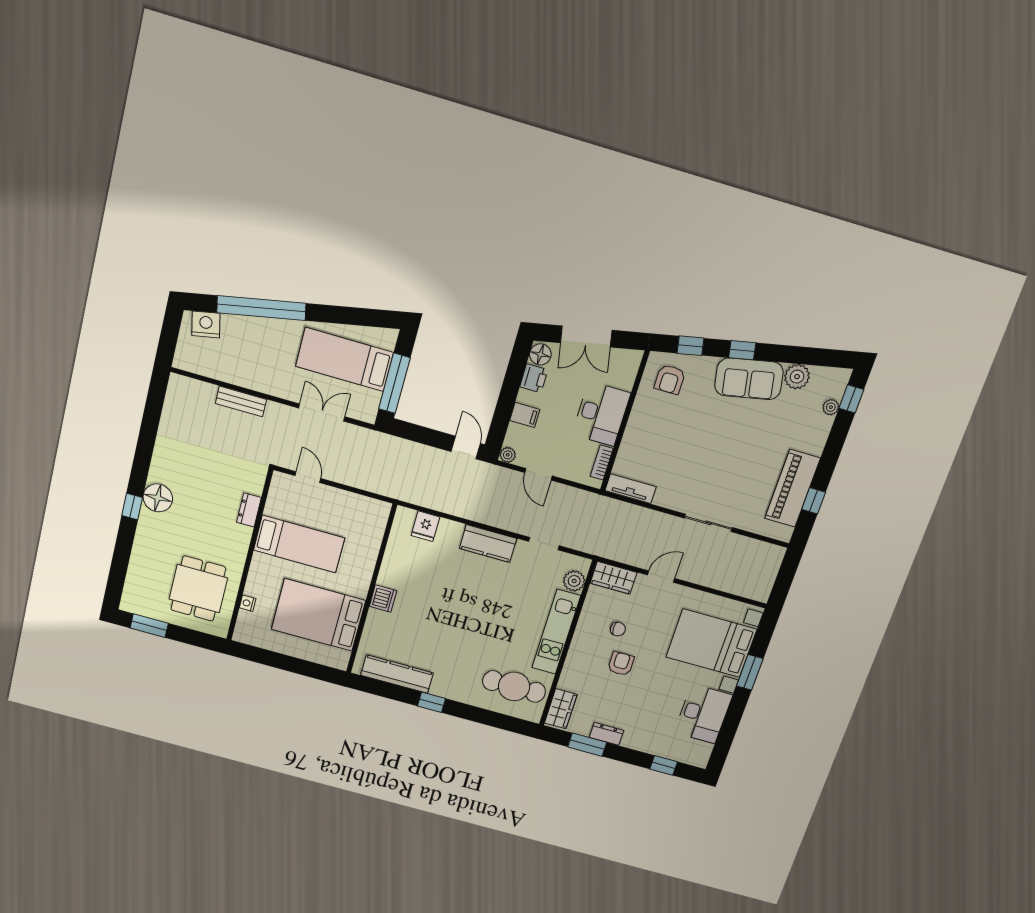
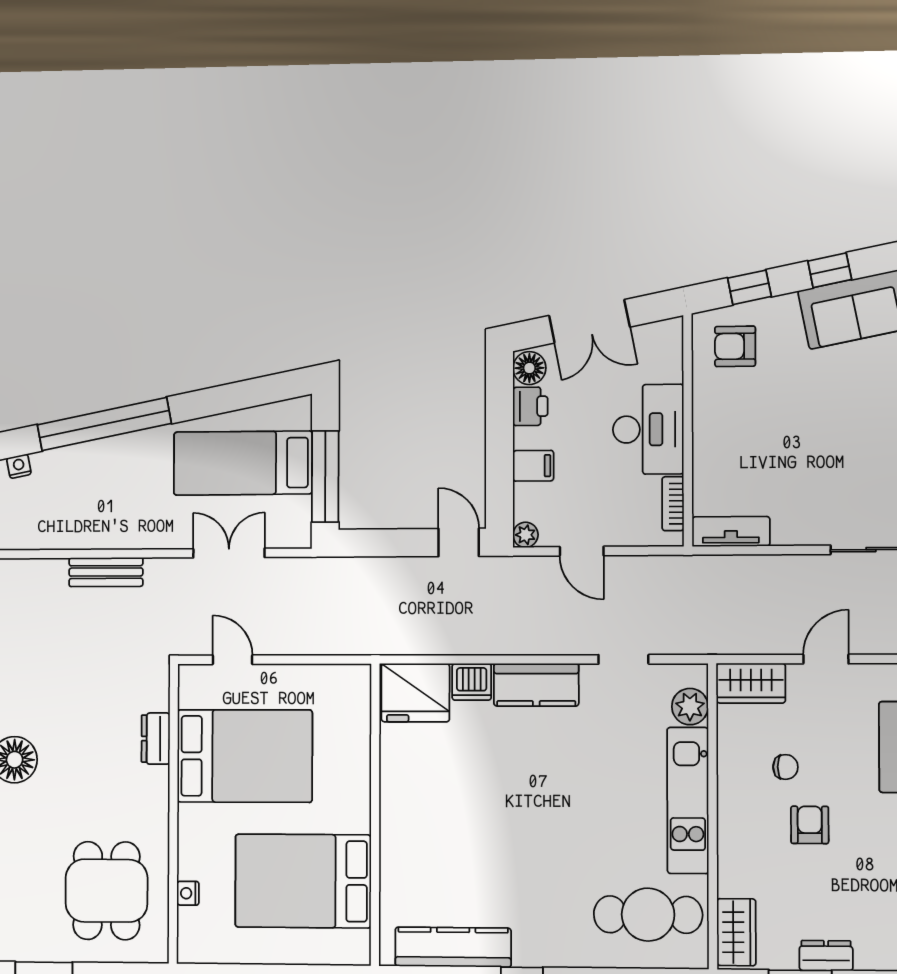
nightstand: (206, 324) -> (19, 466), width x0.53, depth x0.56
armchair: (670, 379) -> (735, 346), turned 90
fridge: (425, 526) -> (415, 693), width x1.88, depth x1.34
bed: (299, 544) -> (245, 756), width x1.50
dishwasher: (383, 599) -> (472, 682), moved, turned 90

